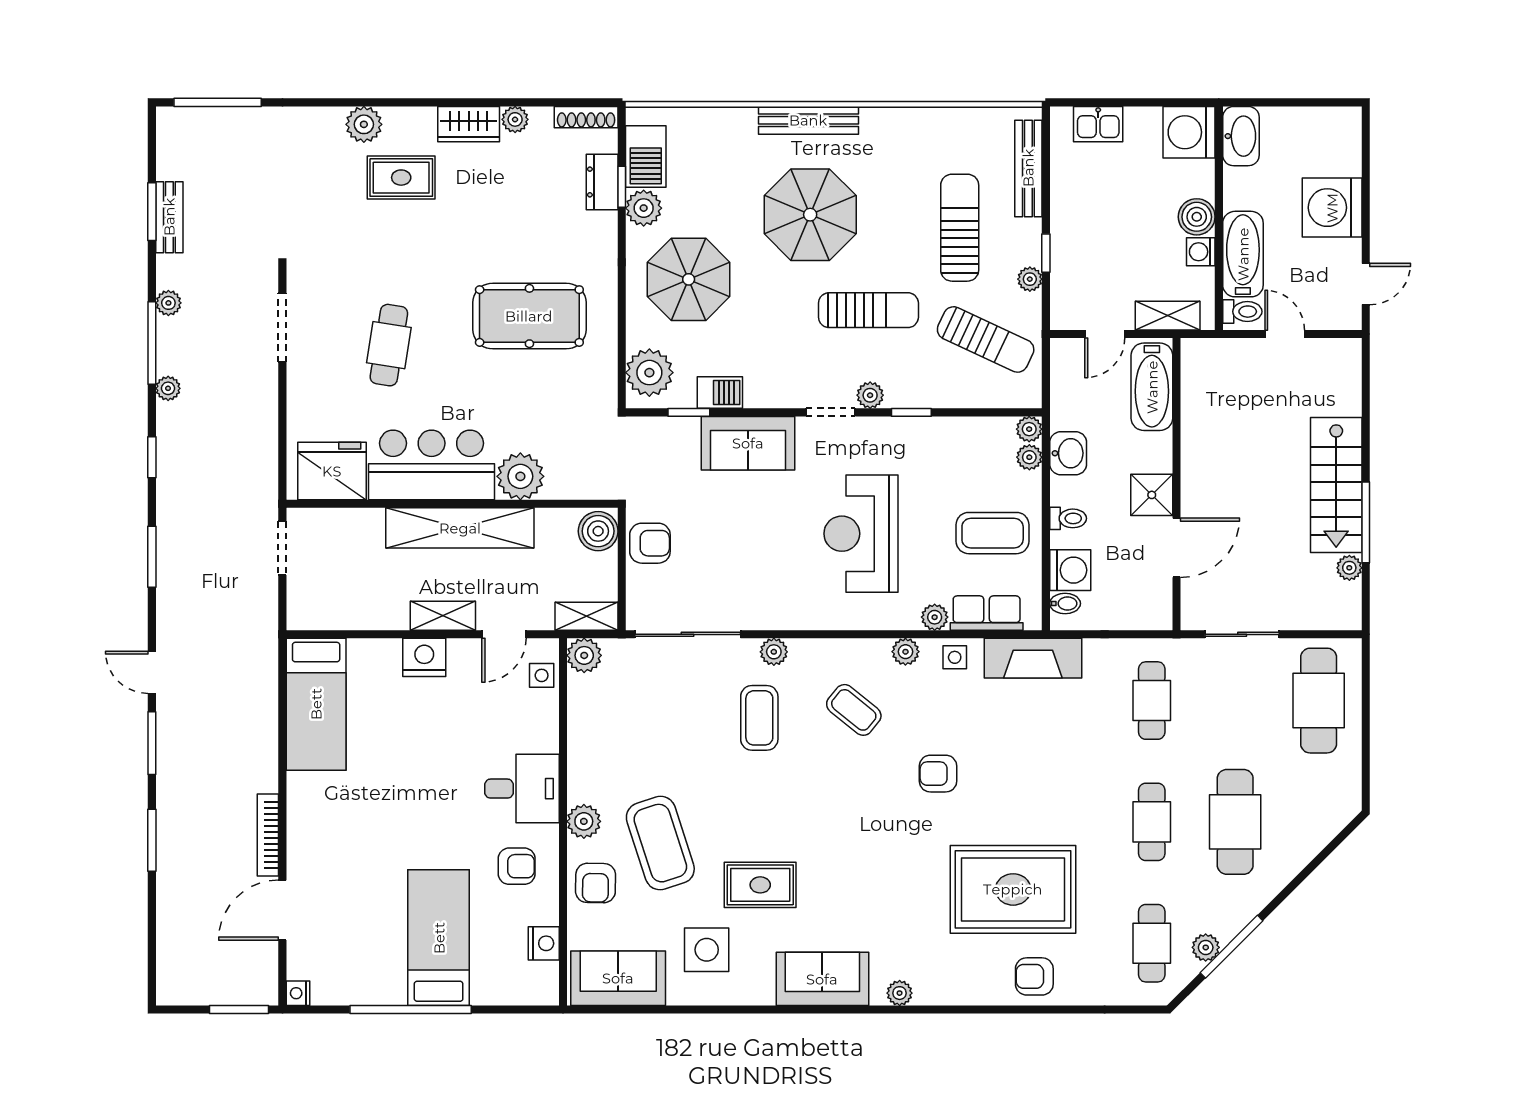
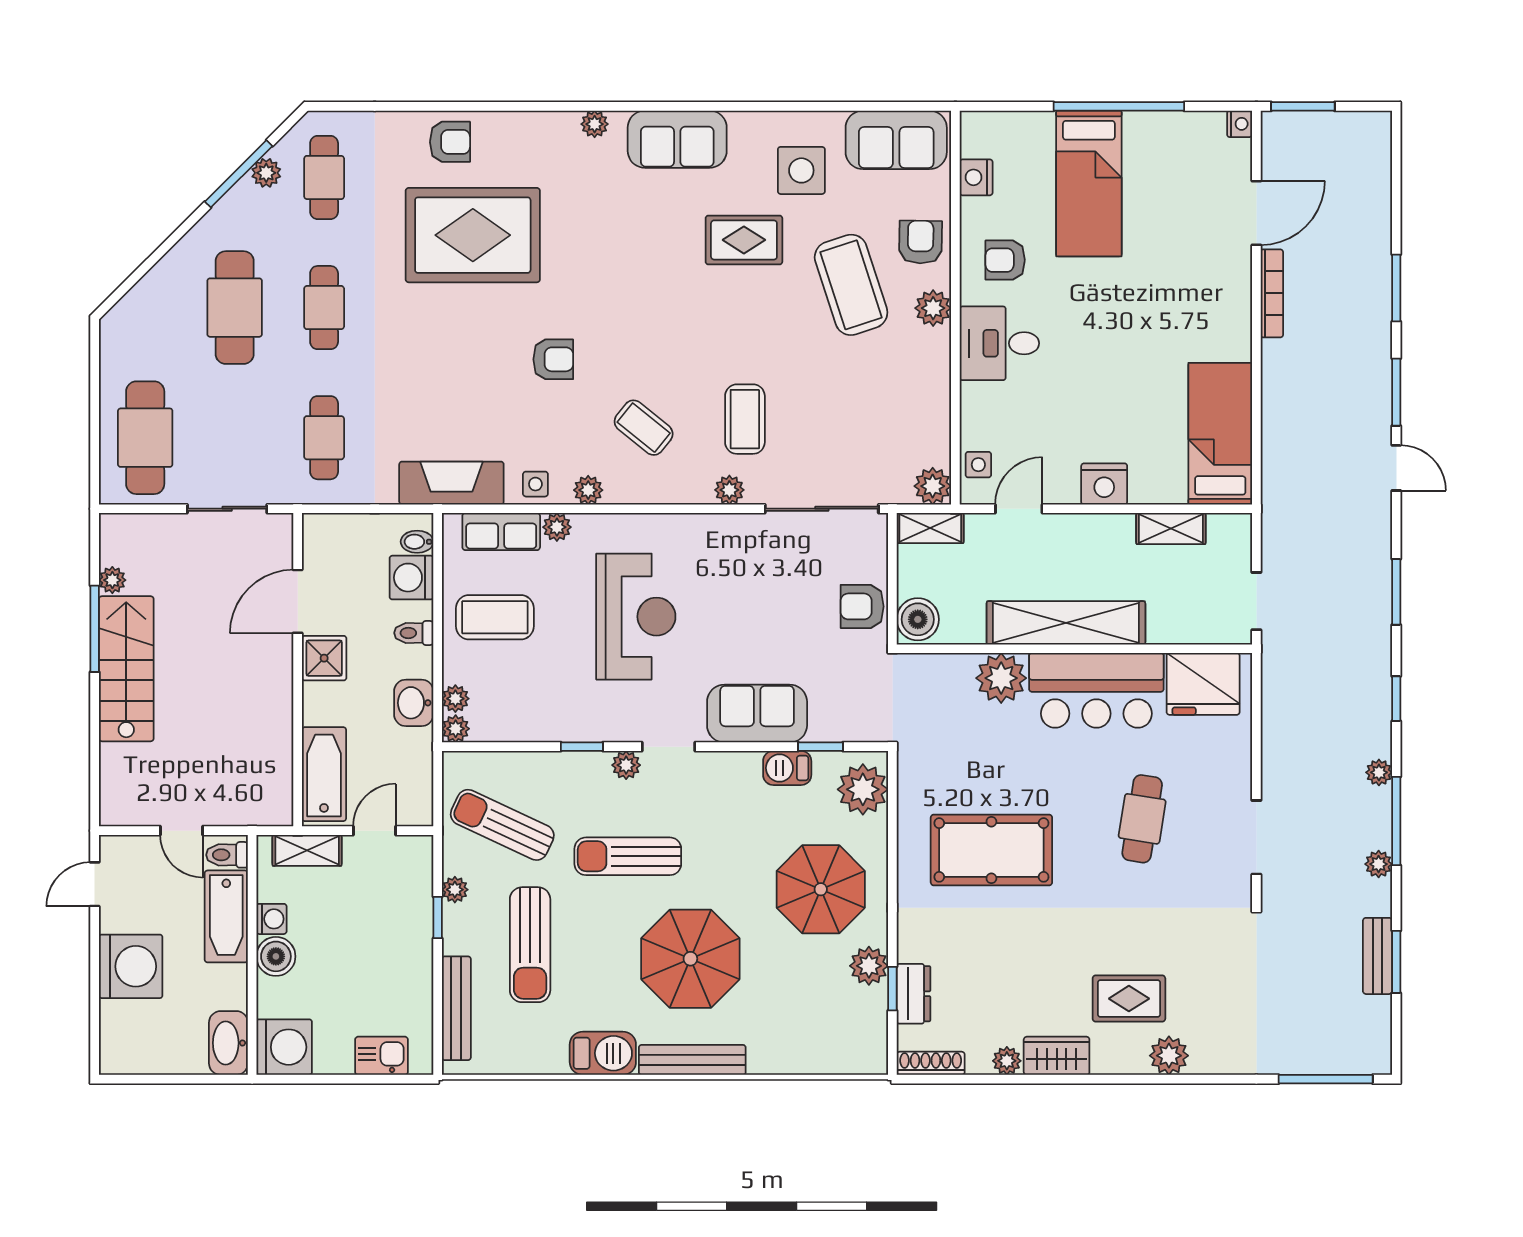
barbecue: (646, 157) -> (603, 1053), moved, turned 90
shelving: (443, 616) -> (1171, 529), moved

